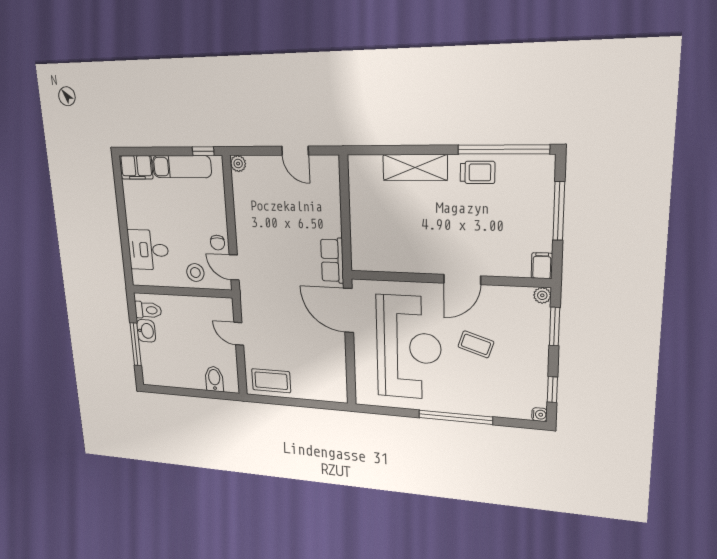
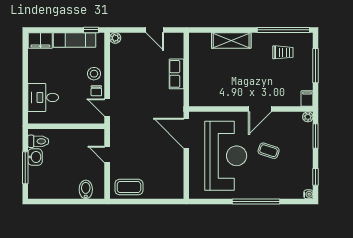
trolley: (478, 172) -> (283, 52), moved
row of seats: (332, 260) -> (176, 74), moved
stool: (195, 273) -> (94, 74), moved

